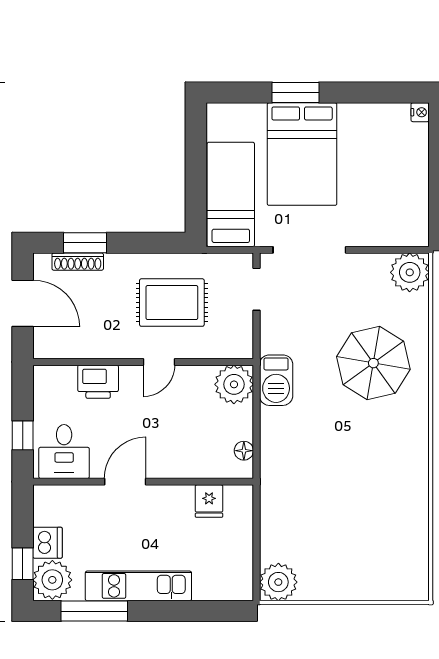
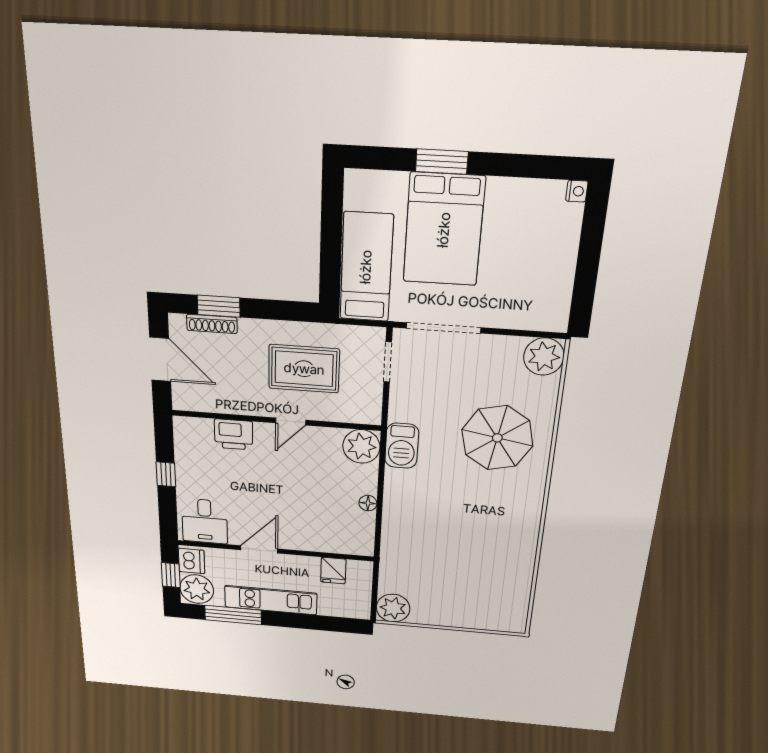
desk: (64, 452) -> (205, 521), moved
door: (125, 482) -> (259, 549), moved
wall: (143, 482) -> (275, 551), moved
fridge: (209, 501) -> (333, 571), moved

